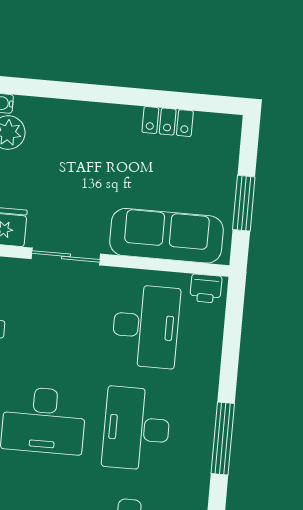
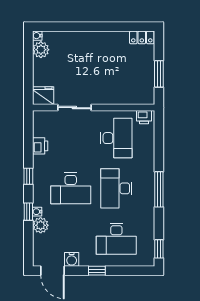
locker: (168, 122) -> (142, 37), moved
sofa: (166, 236) -> (123, 93), removed

